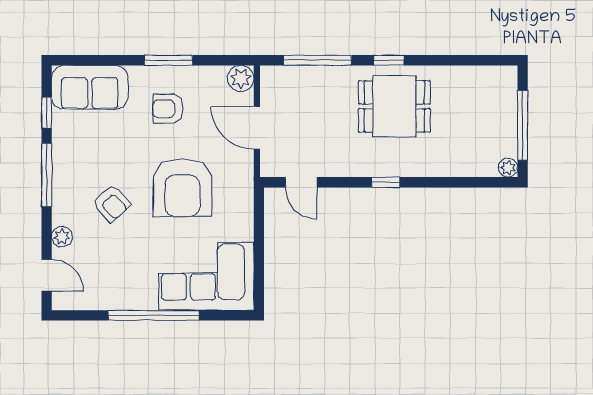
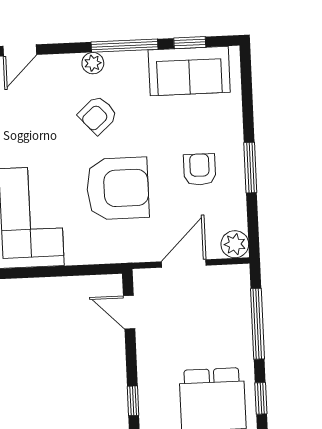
sofa: (90, 87) -> (189, 71), moved, turned -90
door: (301, 182) -> (129, 312), hinge flipped
armchair: (182, 188) -> (118, 188), turned 180
plant: (62, 237) -> (93, 63), moved

